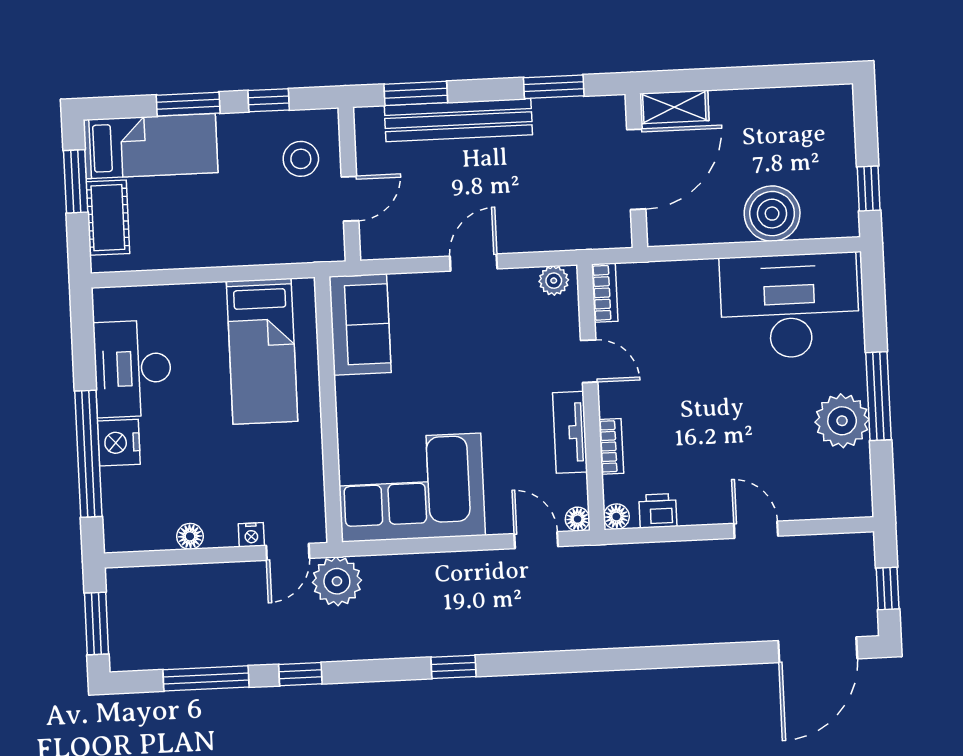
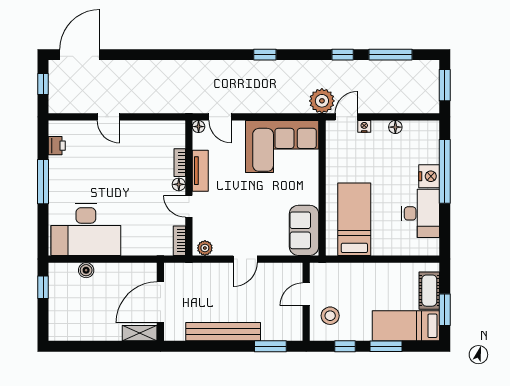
window: (554, 87) -> (200, 346), removed
bench: (458, 120) -> (223, 332), moved
boiler: (772, 214) -> (86, 270), width x0.54, depth x0.54
plant: (842, 421) -> (62, 170), removed
printer: (658, 511) -> (57, 146), moved, turned -90
floor lamp: (616, 517) -> (179, 184), moved

